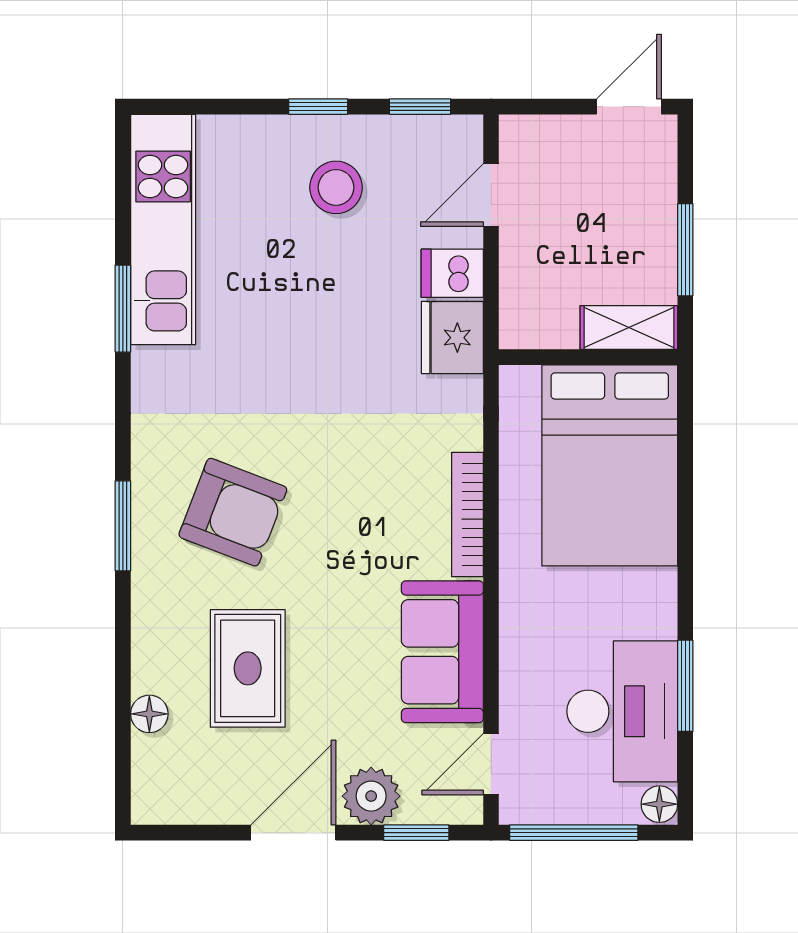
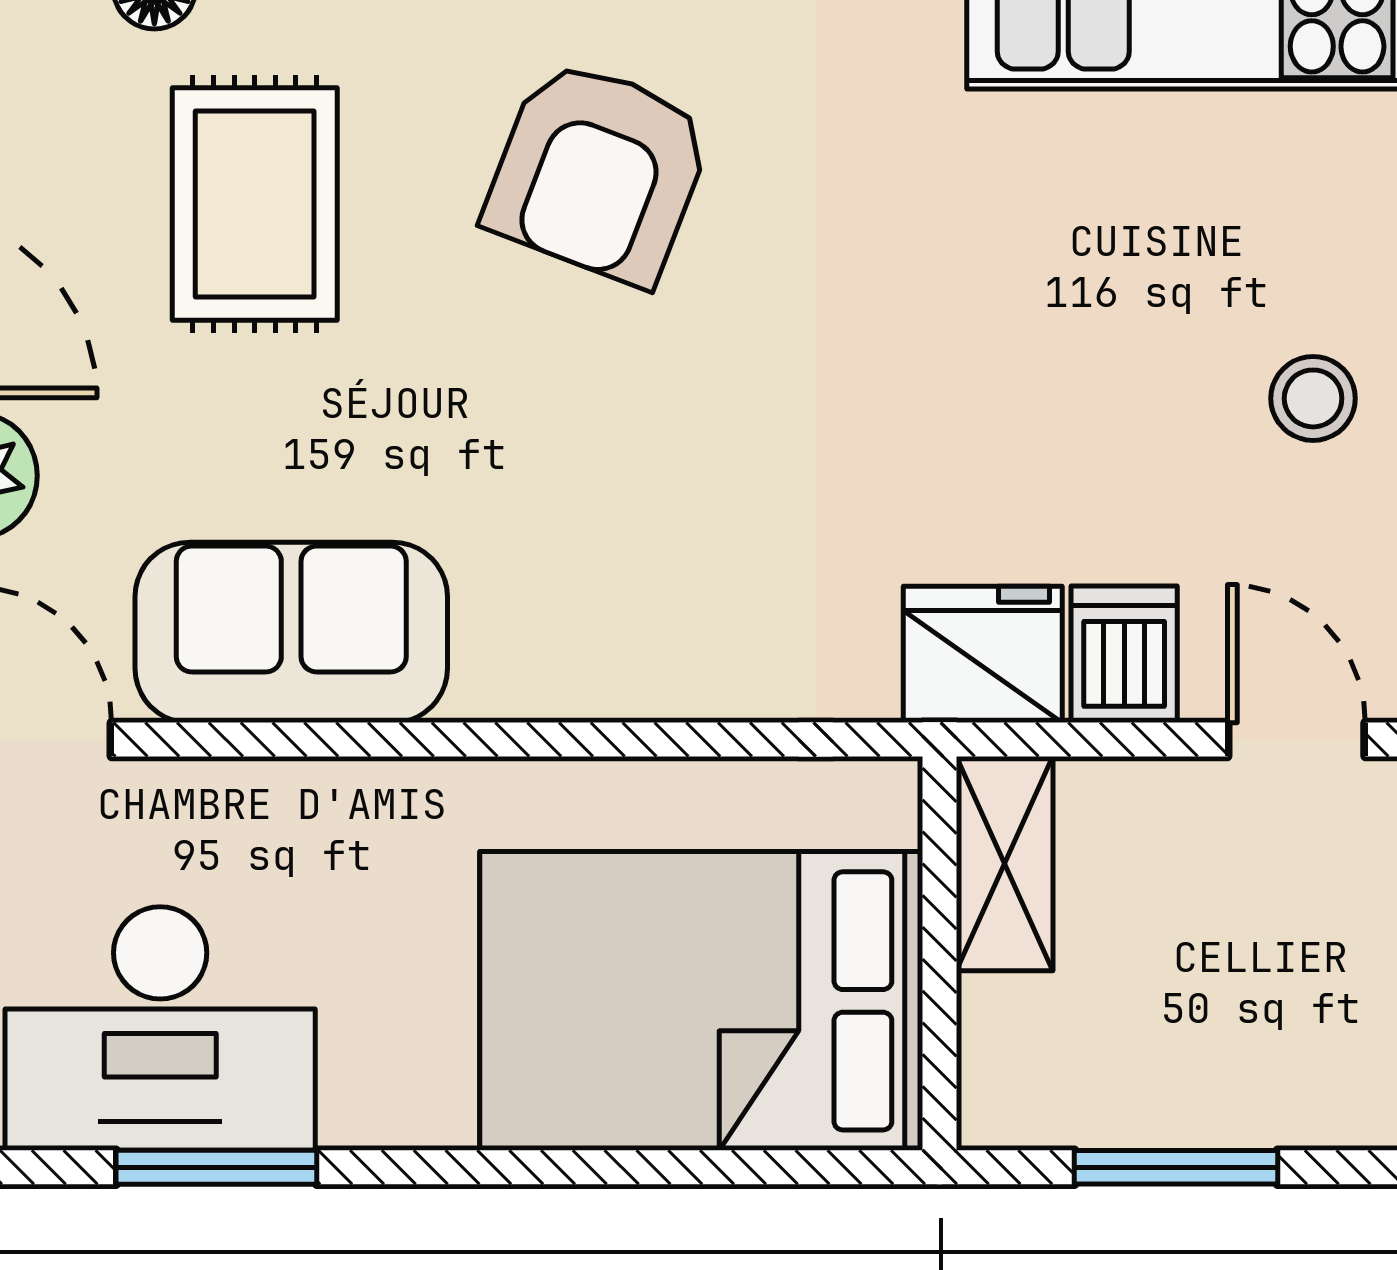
stool: (336, 187) -> (1313, 398), width x0.73, depth x0.73
shelving: (629, 328) -> (1005, 864), moved
bookcase: (467, 515) -> (593, 688), removed
rug: (248, 668) -> (255, 204), turned 90

